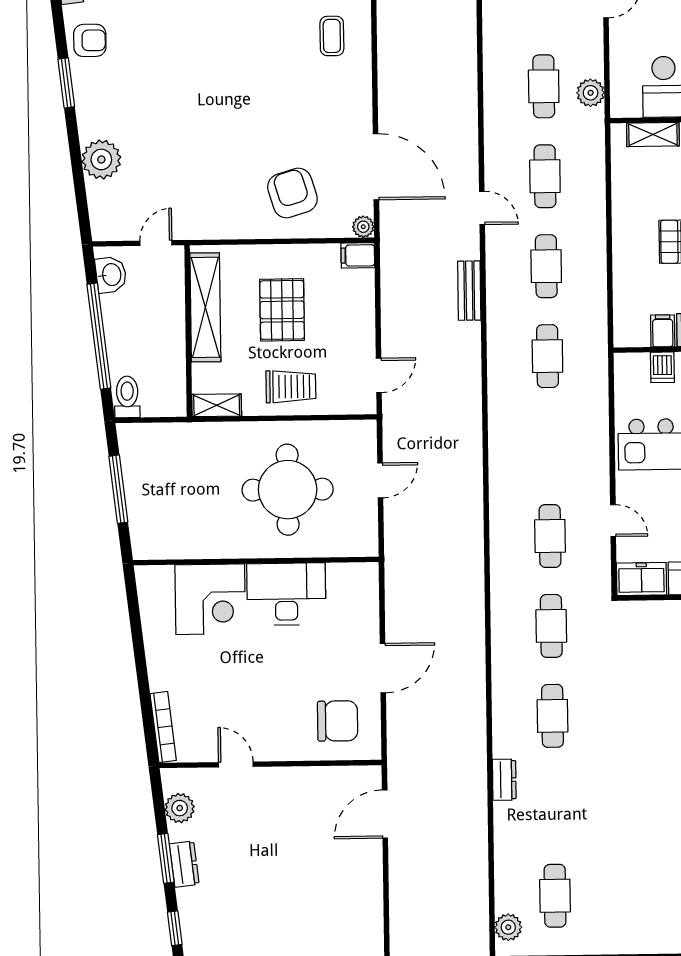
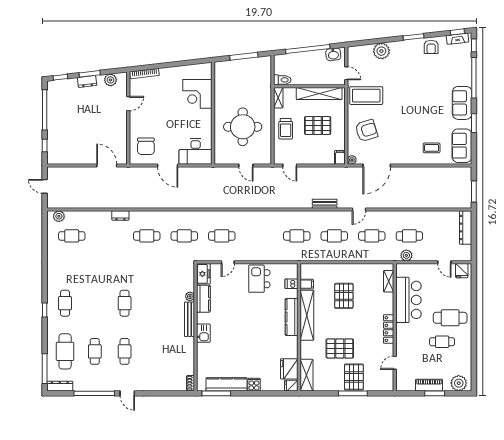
coffee table: (208, 194) -> (366, 96), added
toilet: (127, 397) -> (282, 80), moved
desk: (286, 594) -> (196, 152), moved, turned 90

